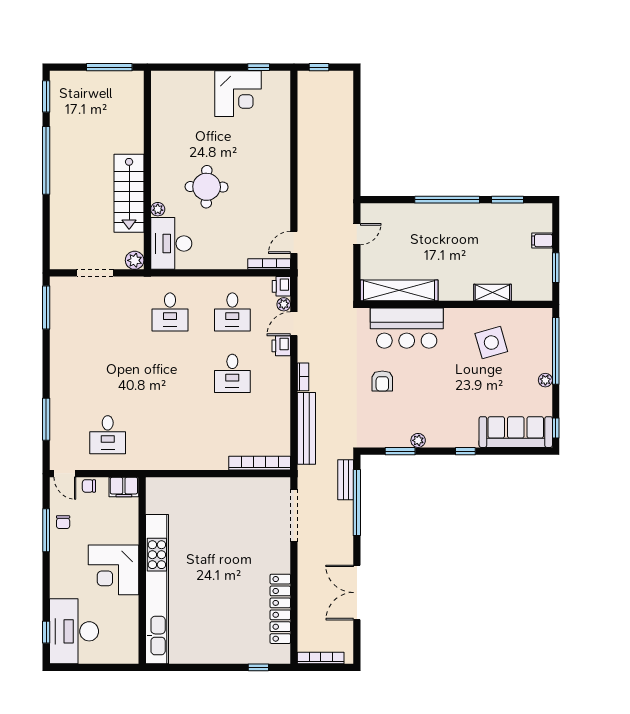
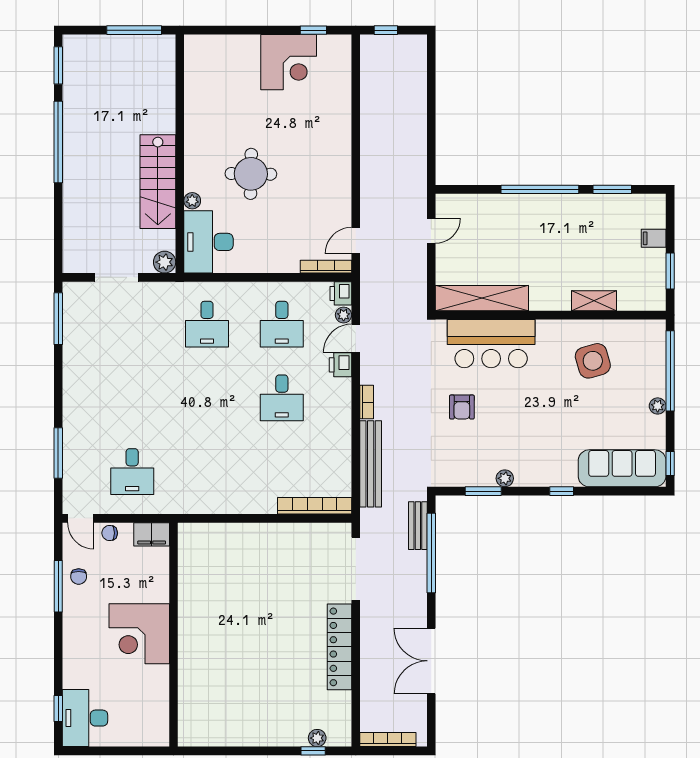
kitchen unit: (157, 589) -> (191, 657), removed
locker: (280, 609) -> (339, 647), moved
desk: (74, 631) -> (85, 718), width x0.73, depth x0.77
plant: (262, 657) -> (317, 738), added

